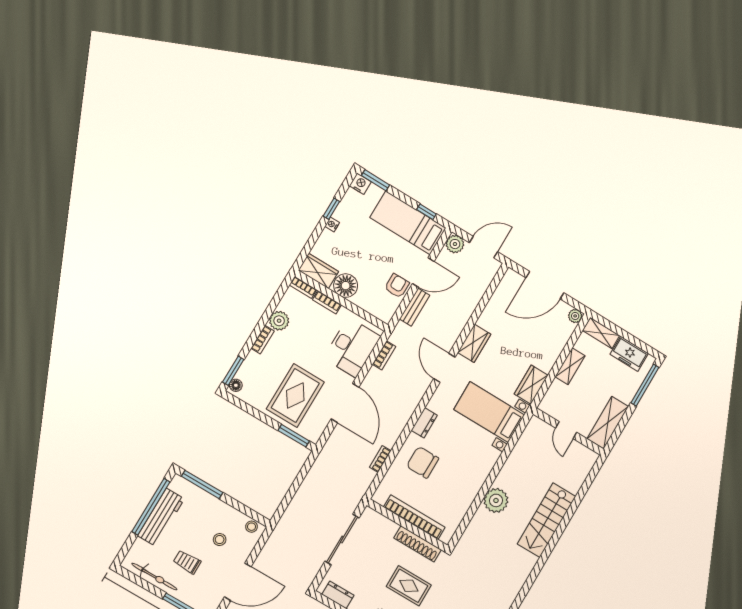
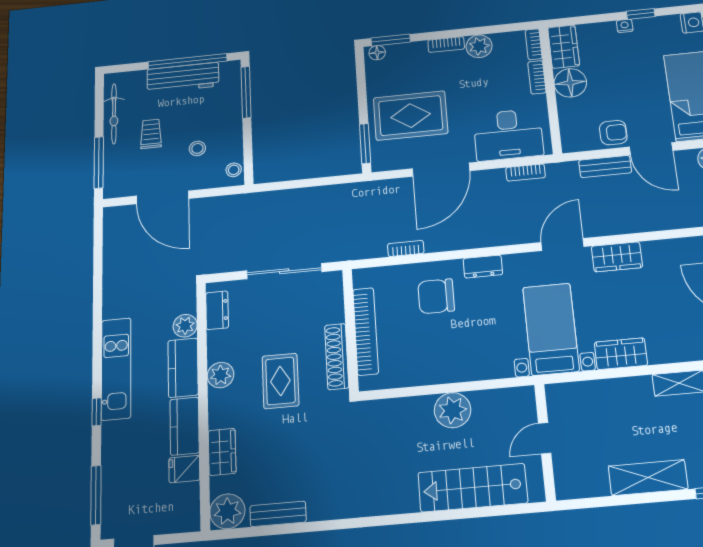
door: (566, 430) -> (545, 438), moved
wall: (568, 432) -> (545, 442), moved
chair: (423, 462) -> (436, 296), turned -90

